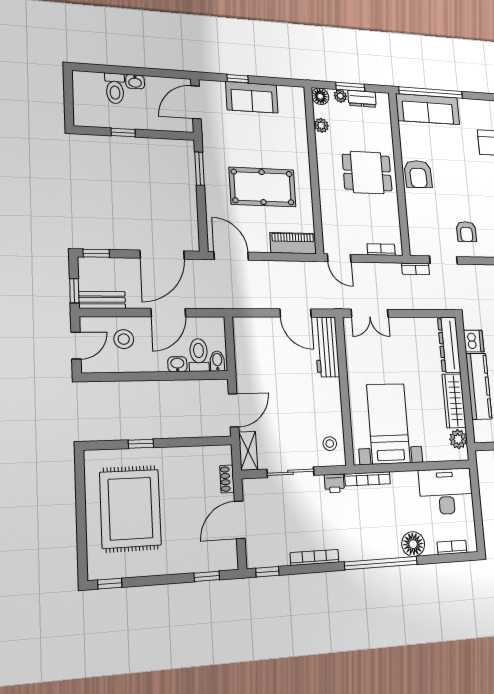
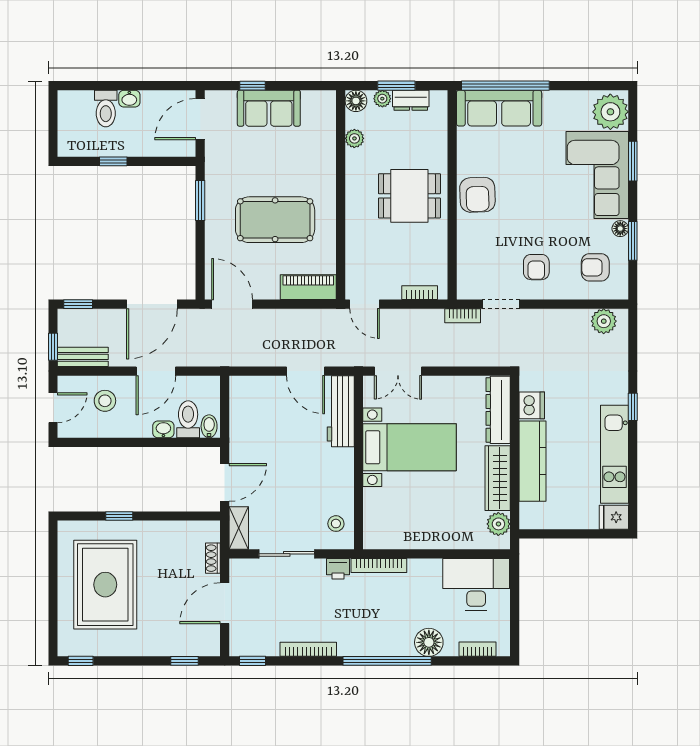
bed with nightstands: (388, 424) -> (410, 447), moved, turned 90

